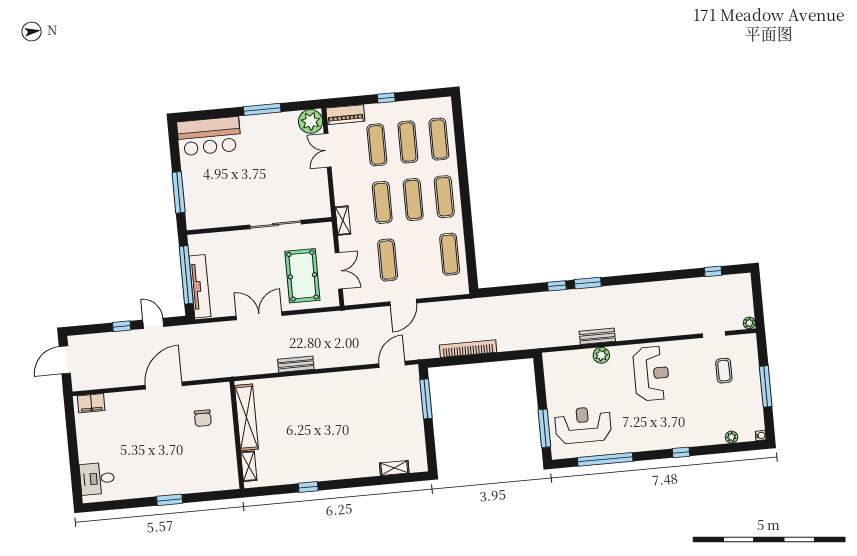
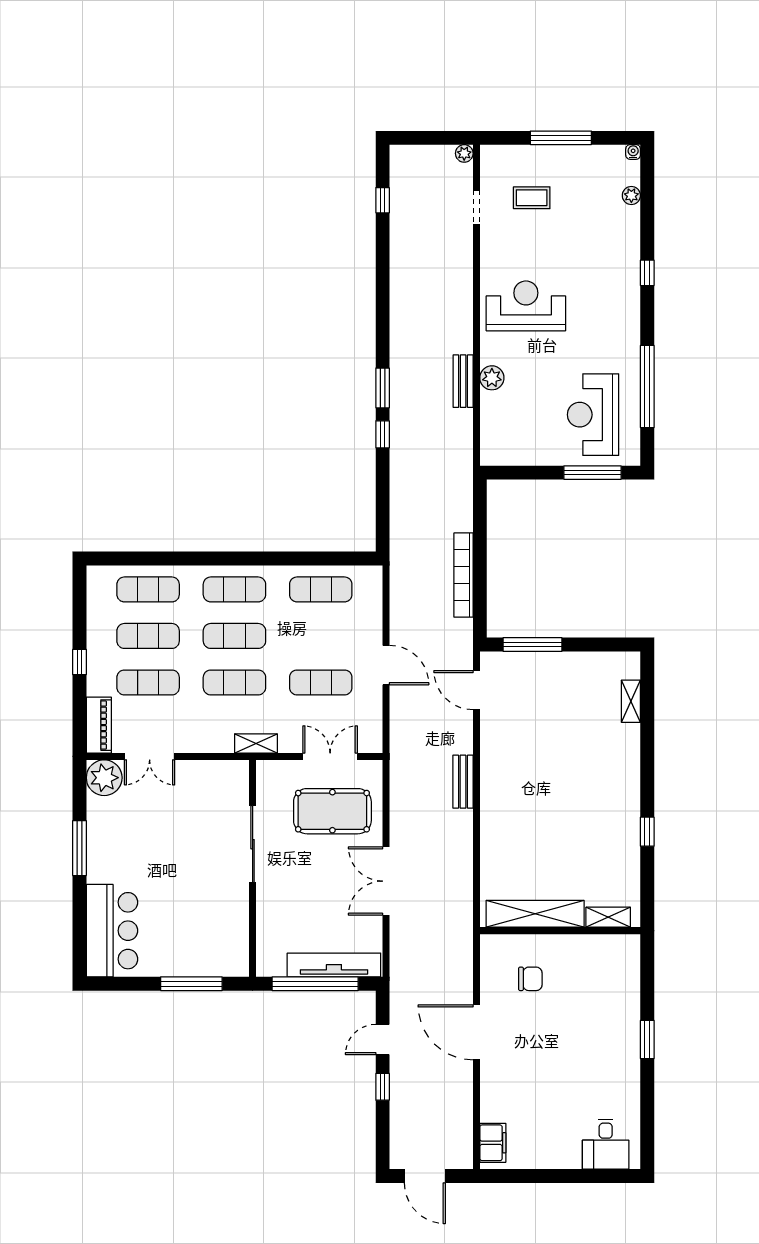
bench: (296, 364) -> (463, 782), moved

